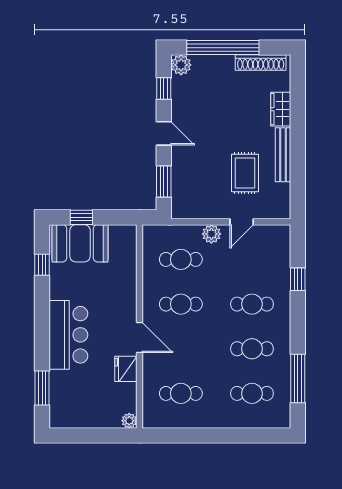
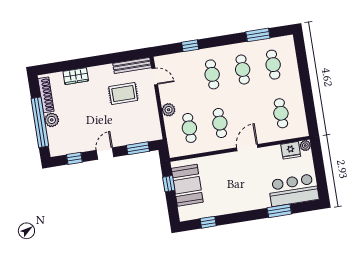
plant: (181, 65) -> (52, 120), moved
bench: (283, 155) -> (132, 65), moved
window: (81, 217) -> (169, 184), moved
door: (242, 222) -> (155, 77), moved
booth: (80, 243) -> (187, 185), moved
bar counter: (68, 335) -> (294, 190), moved
fridge: (126, 369) -> (291, 150), moved
window: (298, 378) -> (258, 35), width x0.69
window: (42, 388) -> (279, 211), moved

